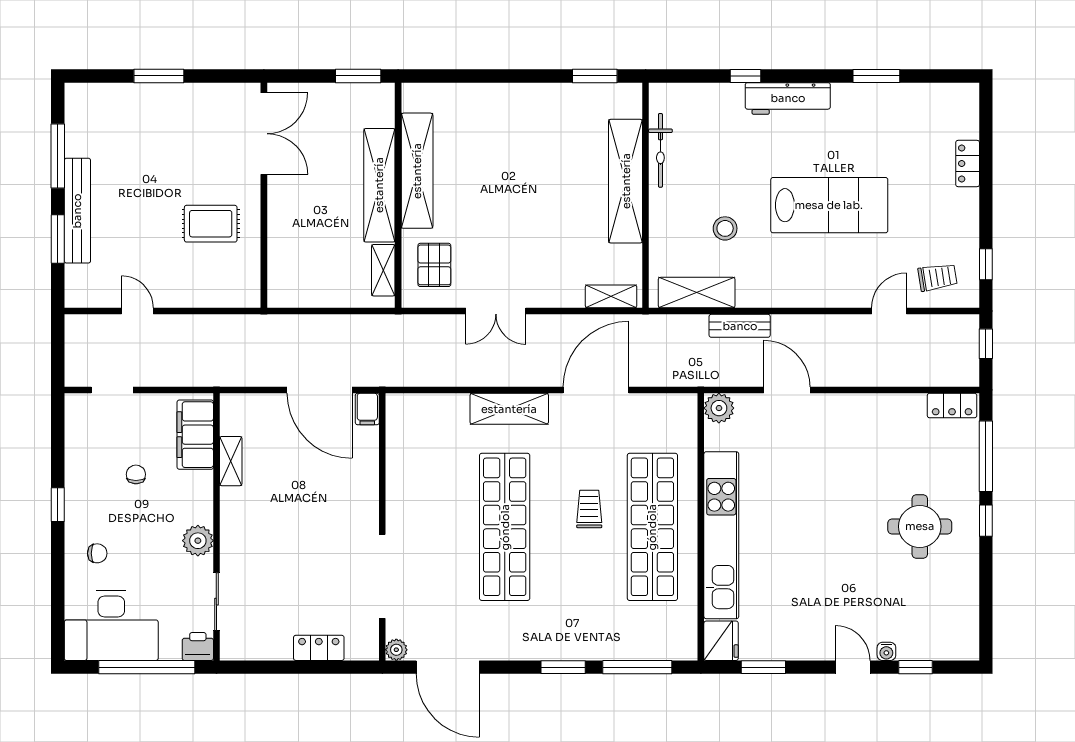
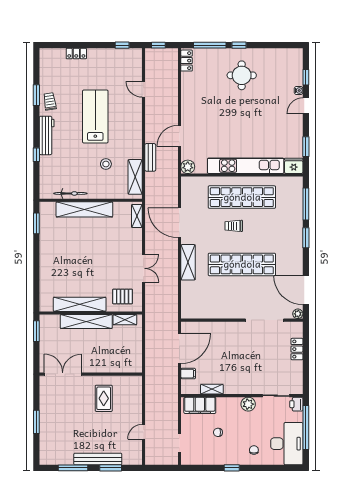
trolley: (938, 277) -> (50, 101), moved
filing cabinet: (367, 409) -> (188, 374), moved
door: (448, 667) -> (306, 290), swing flipped

